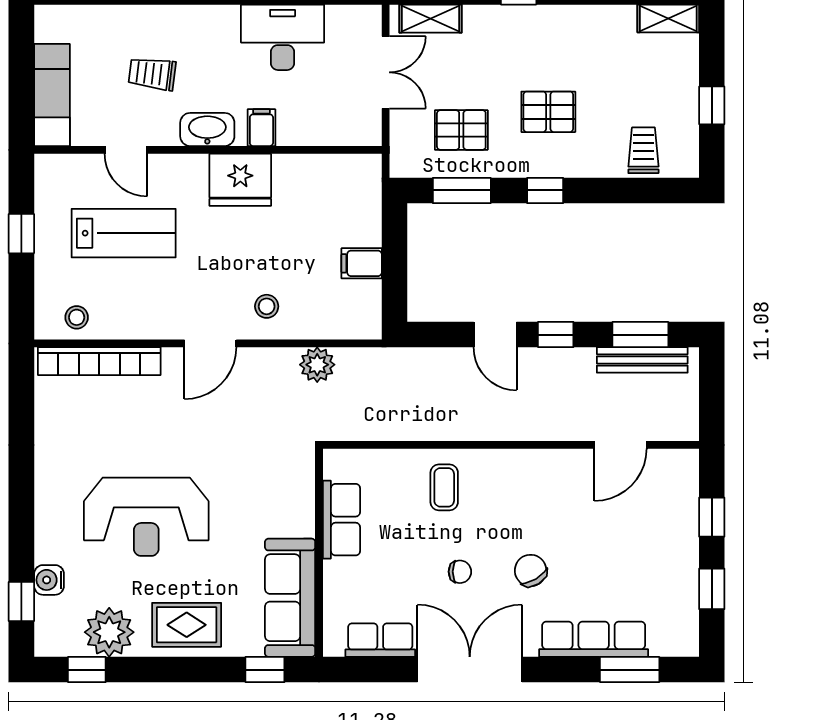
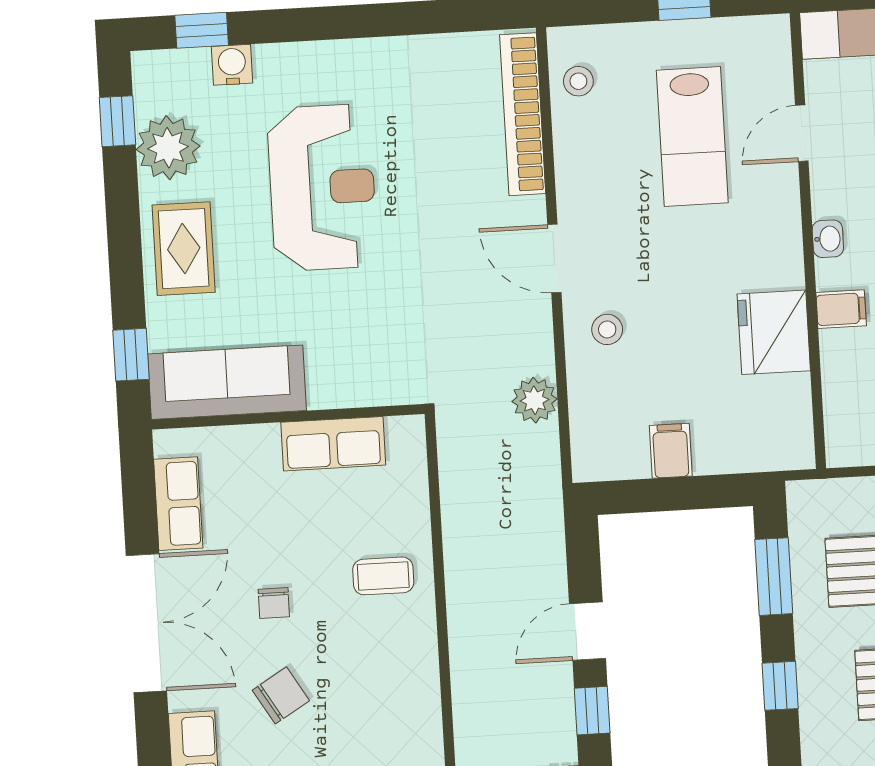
washbasin: (207, 129) -> (828, 239), width x0.52, depth x0.69
fridge: (240, 180) -> (774, 332), moved
reception desk: (146, 517) -> (322, 188), turned 180

